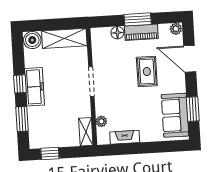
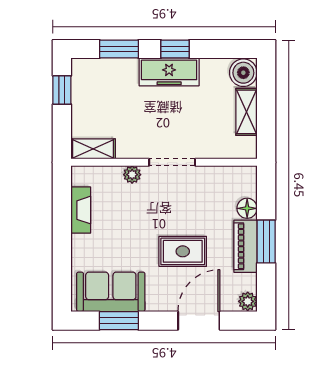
shelving: (64, 38) -> (247, 112), width x0.67, depth x0.75
plant: (101, 121) -> (132, 175), moved

